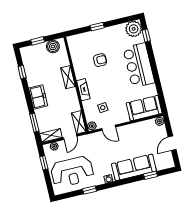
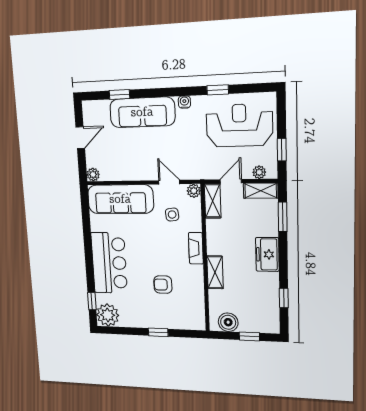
sofa: (144, 108) -> (120, 199), width x1.36

